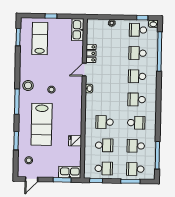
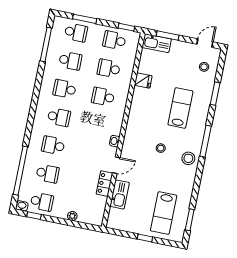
kitchen sink: (78, 30) -> (120, 194), moved
school desk: (137, 76) -> (53, 145), turned 180
school desk: (105, 122) -> (103, 97), turned 180
lab bench: (42, 124) -> (180, 108), width x0.73, depth x0.72

